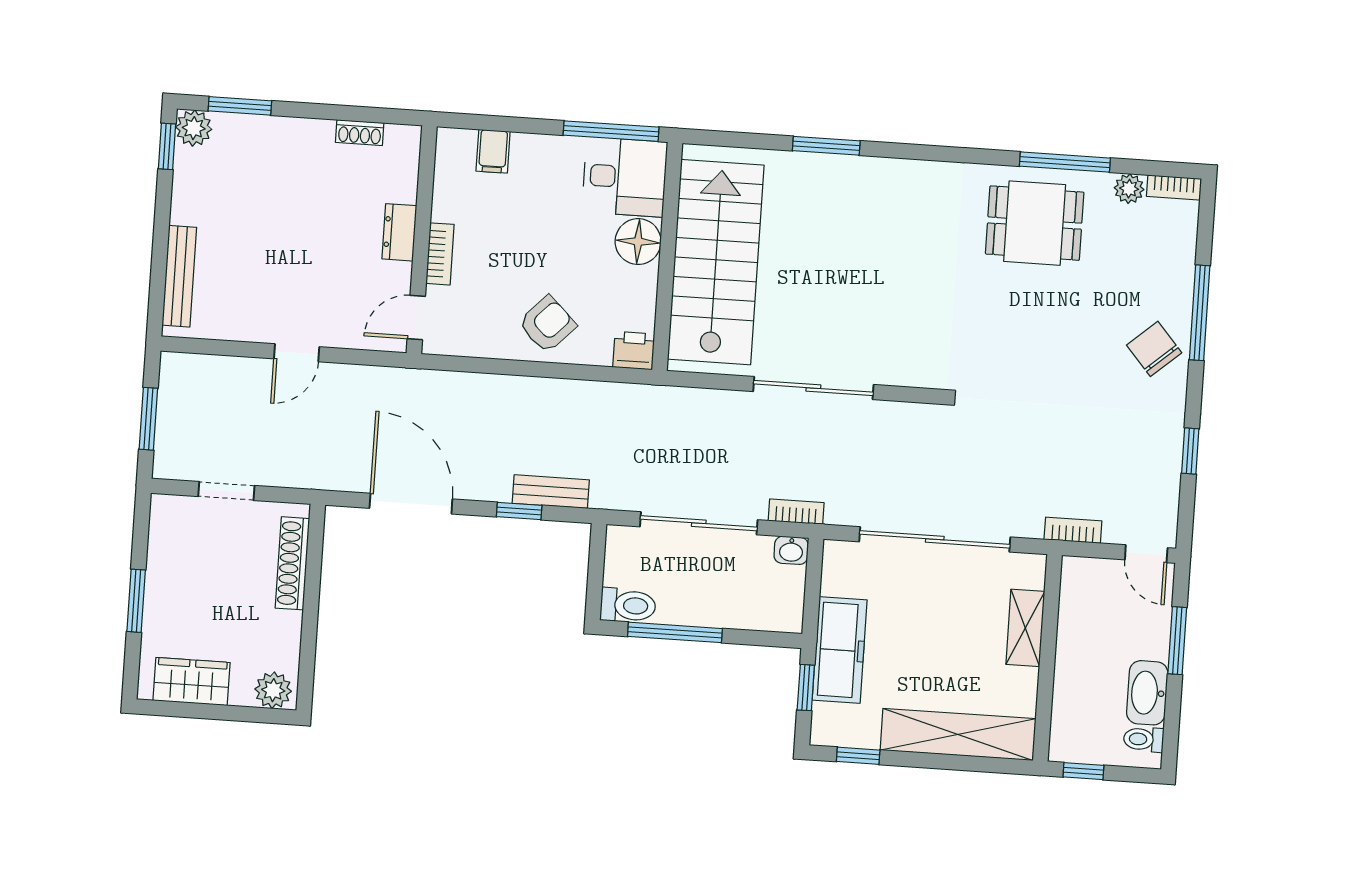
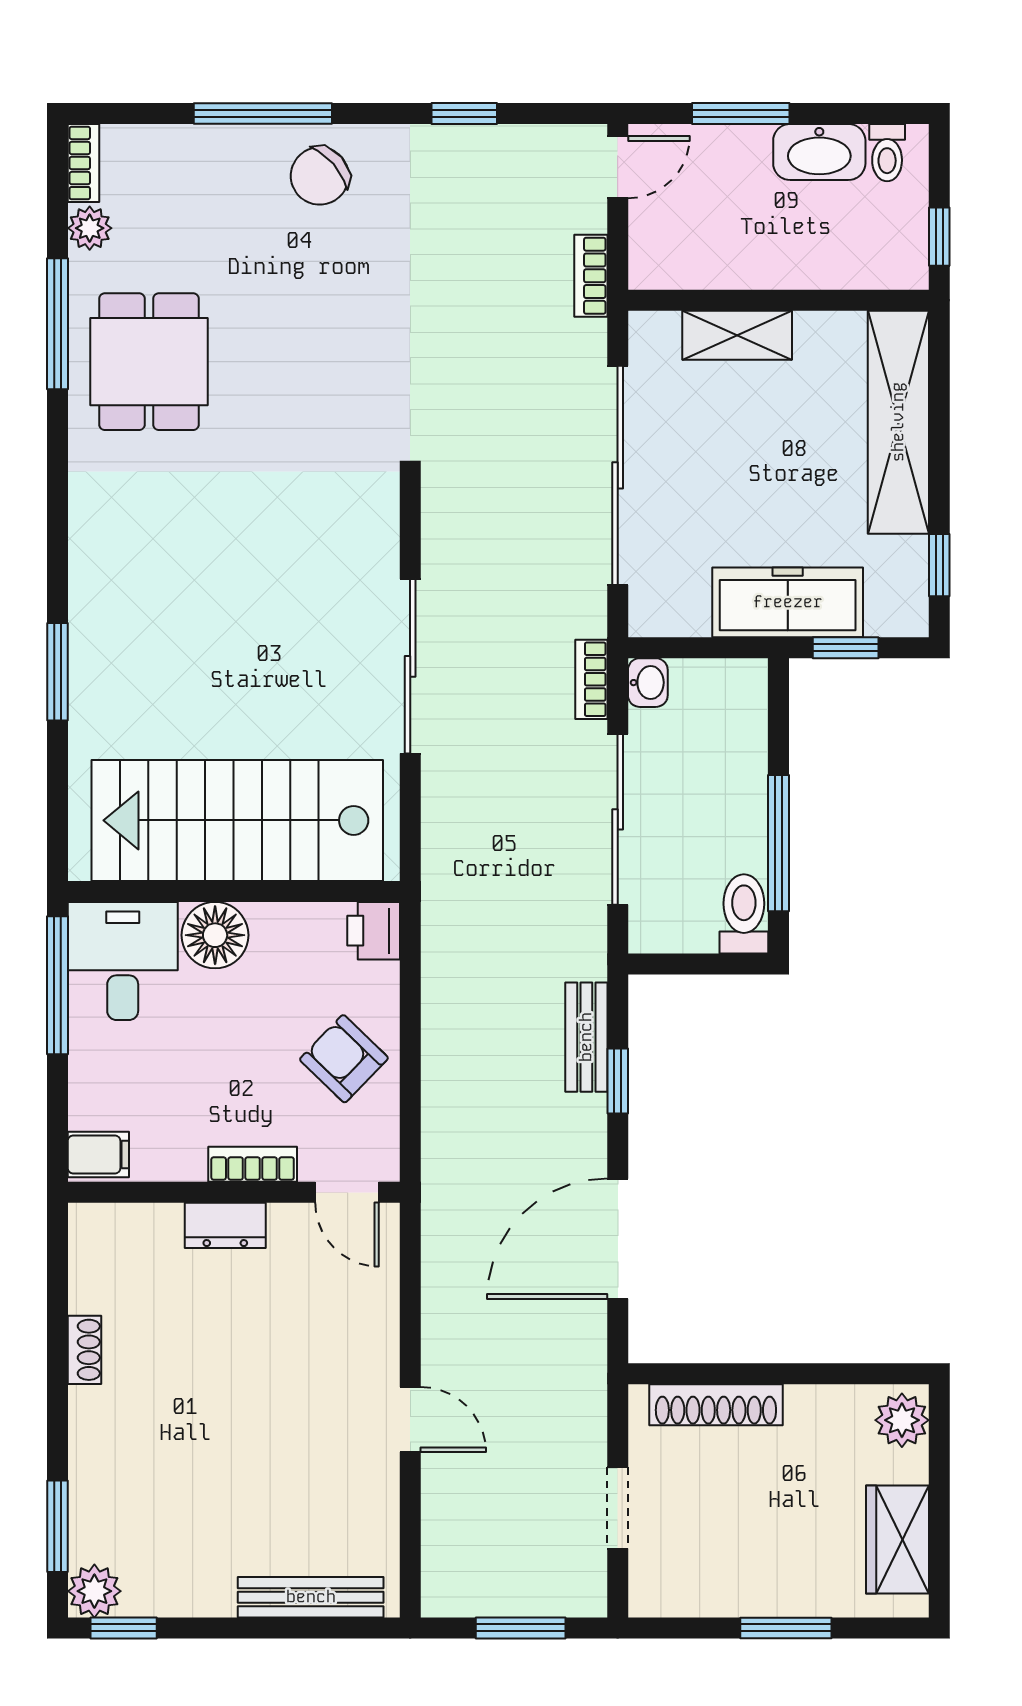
dresser: (399, 232) -> (225, 1225), moved
wall: (422, 240) -> (234, 1192), moved
bookcase: (440, 254) -> (253, 1164), moved
door: (416, 317) -> (347, 1192), moved

